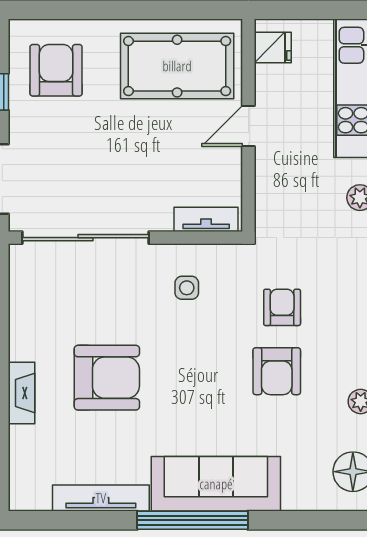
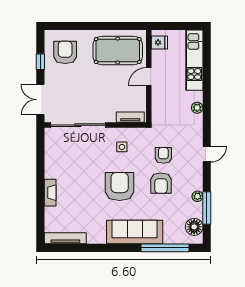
armchair: (107, 378) -> (120, 187), moved, turned -90
tv unit: (101, 498) -> (65, 238), moved
window: (192, 520) -> (165, 248), moved

